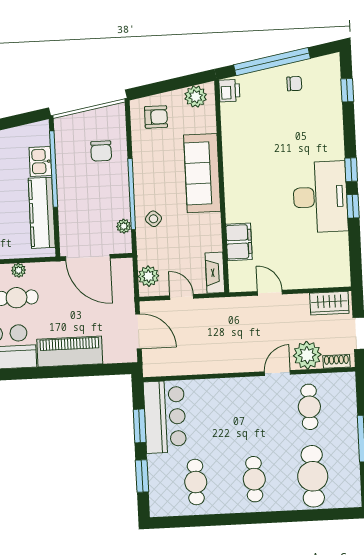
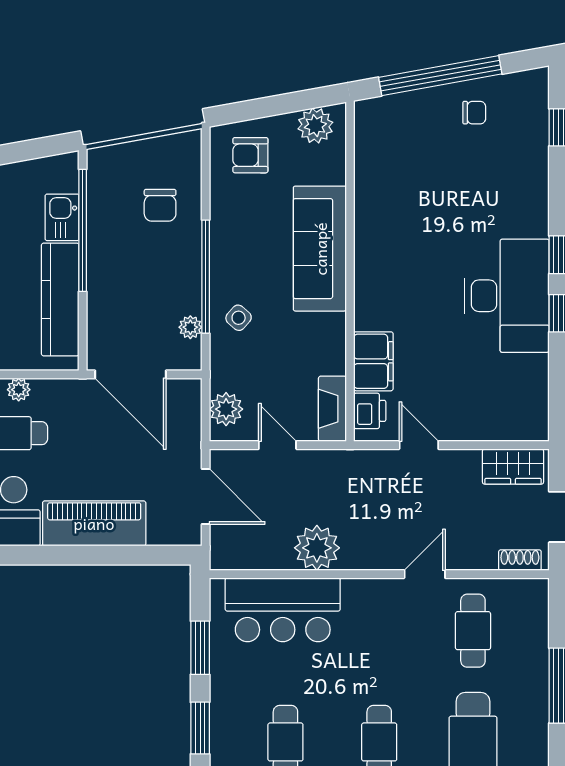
printer: (229, 91) -> (370, 411), moved
armchair: (156, 117) -> (250, 155), turned 180
plant: (307, 355) -> (317, 548), moved
bar counter: (165, 417) -> (283, 610), moved, turned 90

